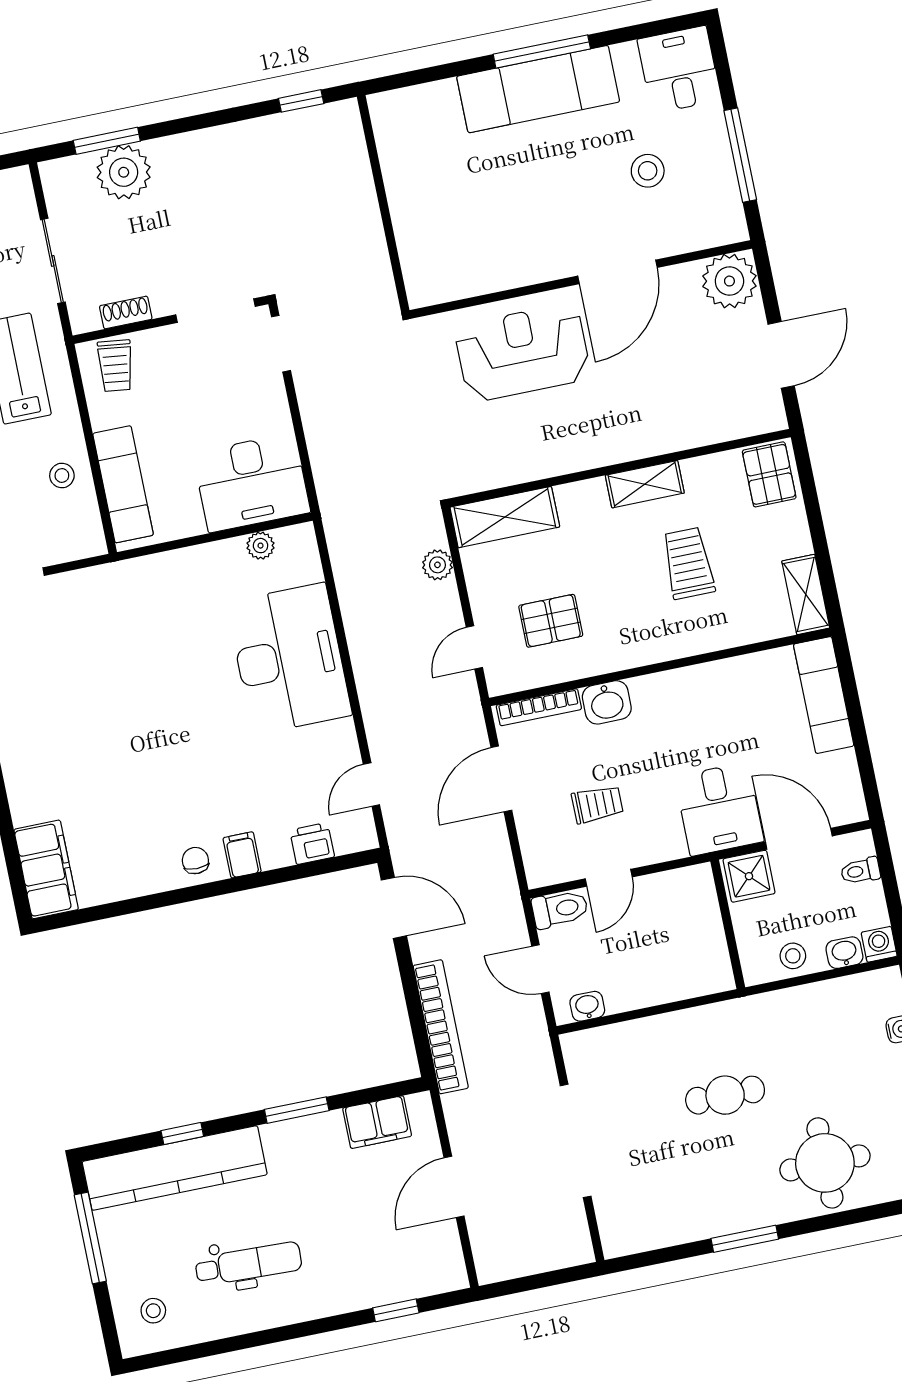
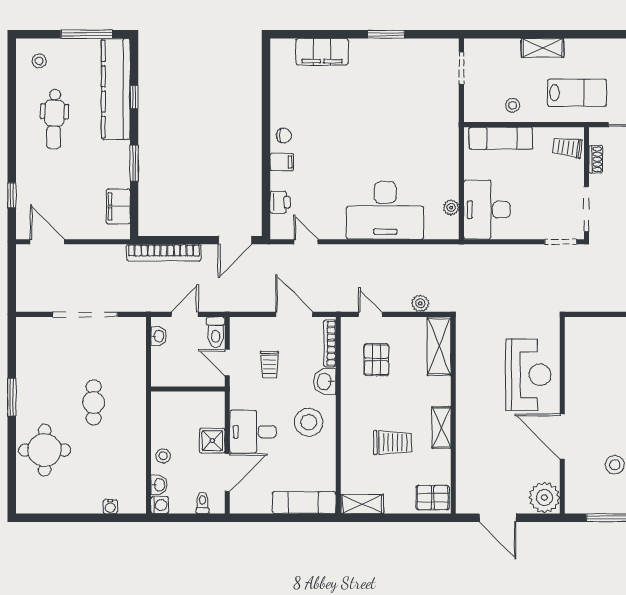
stool: (683, 716) -> (309, 422), added
filing cabinet: (46, 869) -> (322, 52), moved
wall: (728, 924) -> (188, 389), moved
door: (454, 1187) -> (47, 242), moved

